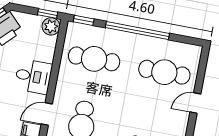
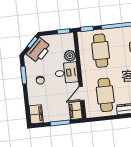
plant: (51, 26) -> (70, 56), moved
cafe table: (94, 59) -> (101, 51), turned 90

